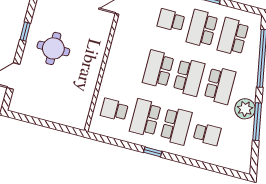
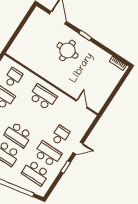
school desk: (233, 37) -> (36, 173), turned 180
school desk: (158, 69) -> (43, 97), moved

